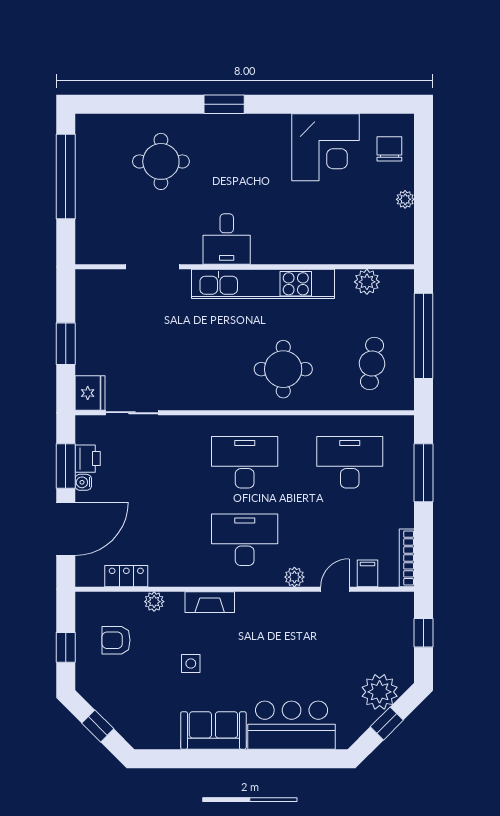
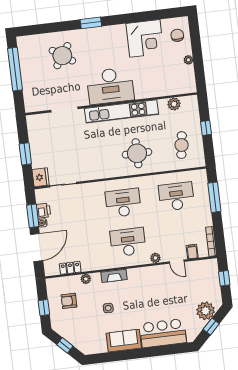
round table: (161, 161) -> (62, 56), turned 34
desk: (227, 239) -> (110, 86), width x1.87, depth x1.30
window: (424, 336) -> (206, 128), width x0.32
door: (335, 589) -> (177, 262), swing flipped

